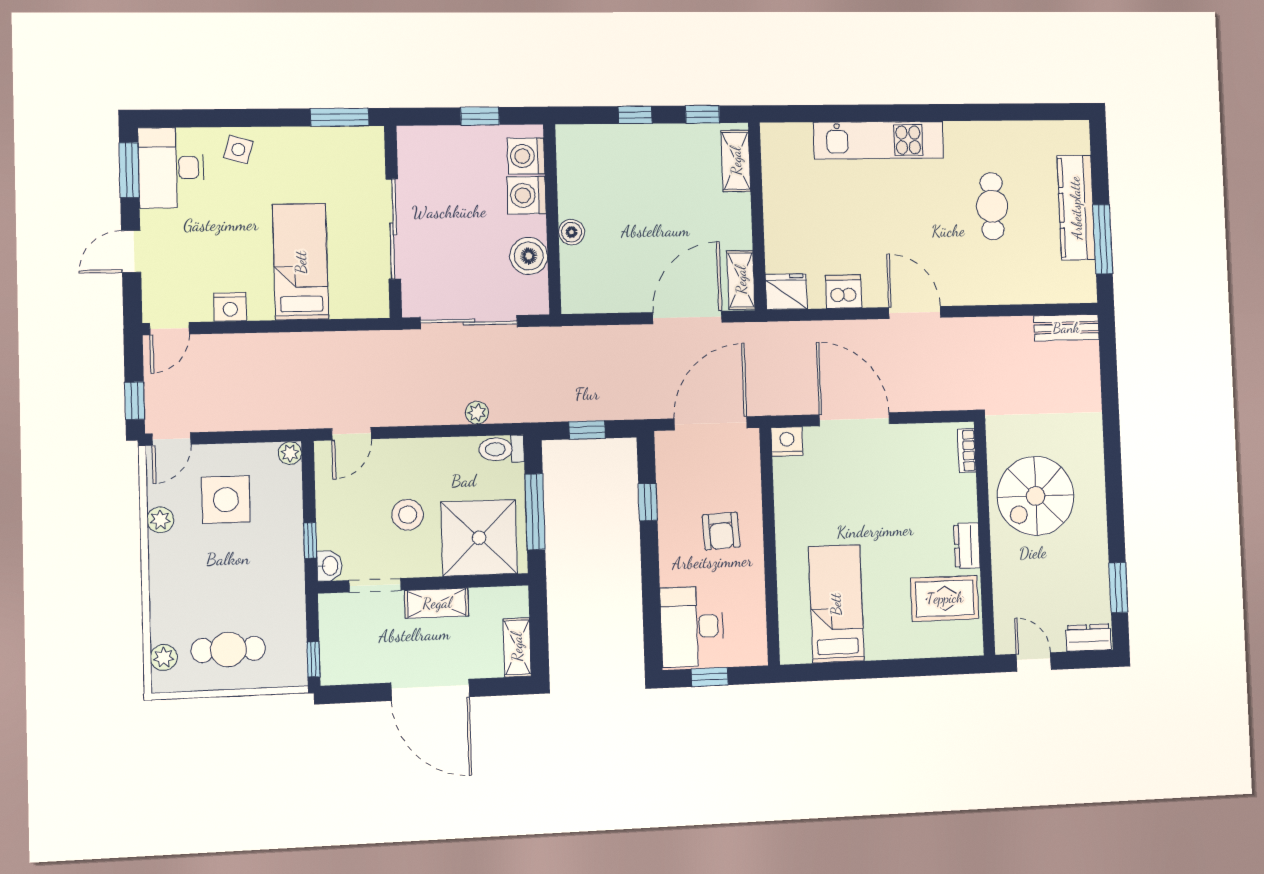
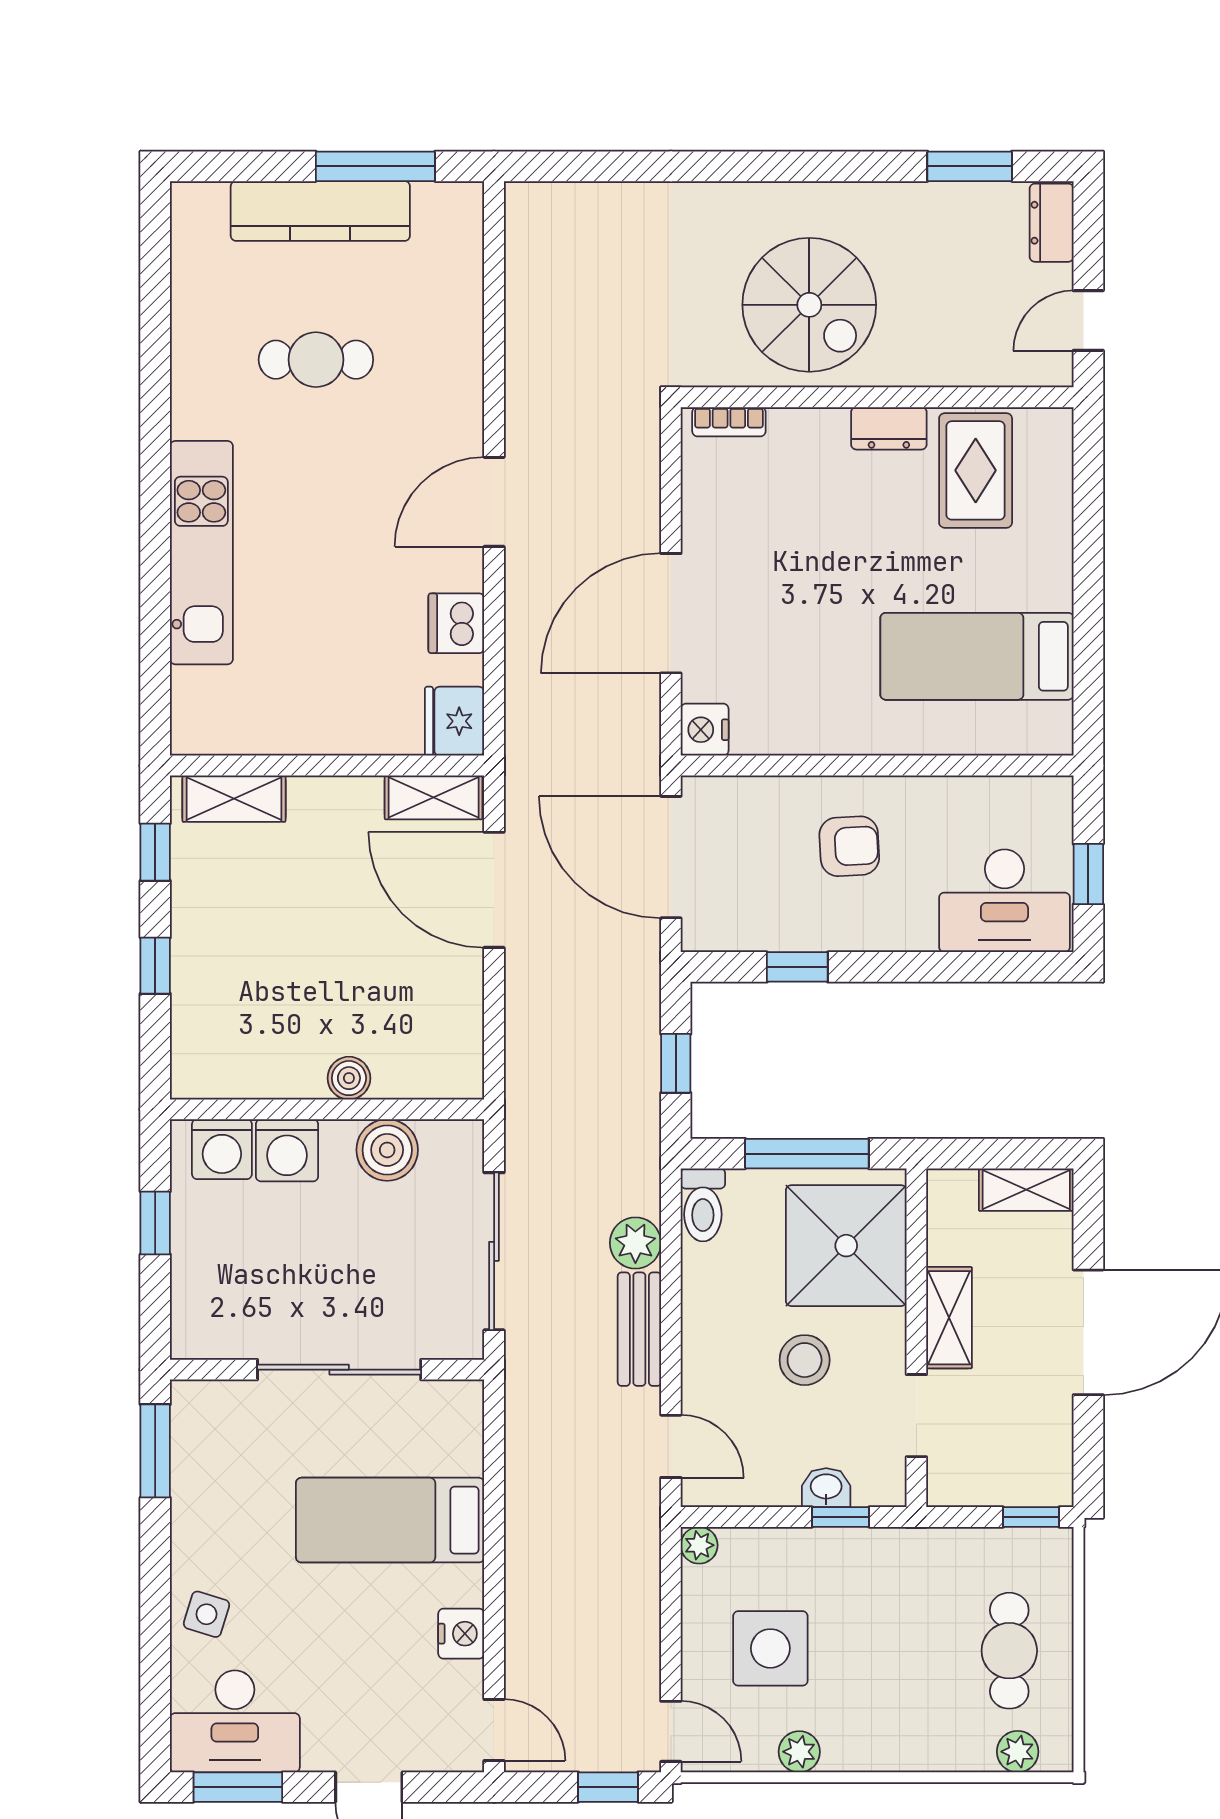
bench: (1066, 328) -> (639, 1329), moved
plant: (477, 413) -> (635, 1243), width x1.38, depth x1.38
washbasin: (329, 566) -> (826, 1488), moved

